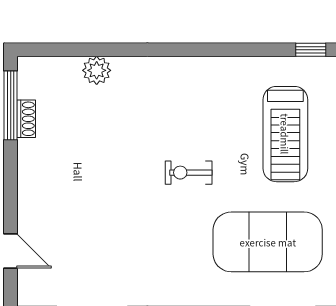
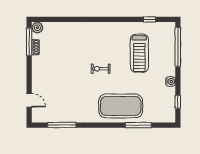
plant: (97, 70) -> (37, 28), moved
exercise mat: (268, 242) -> (121, 106), moved

